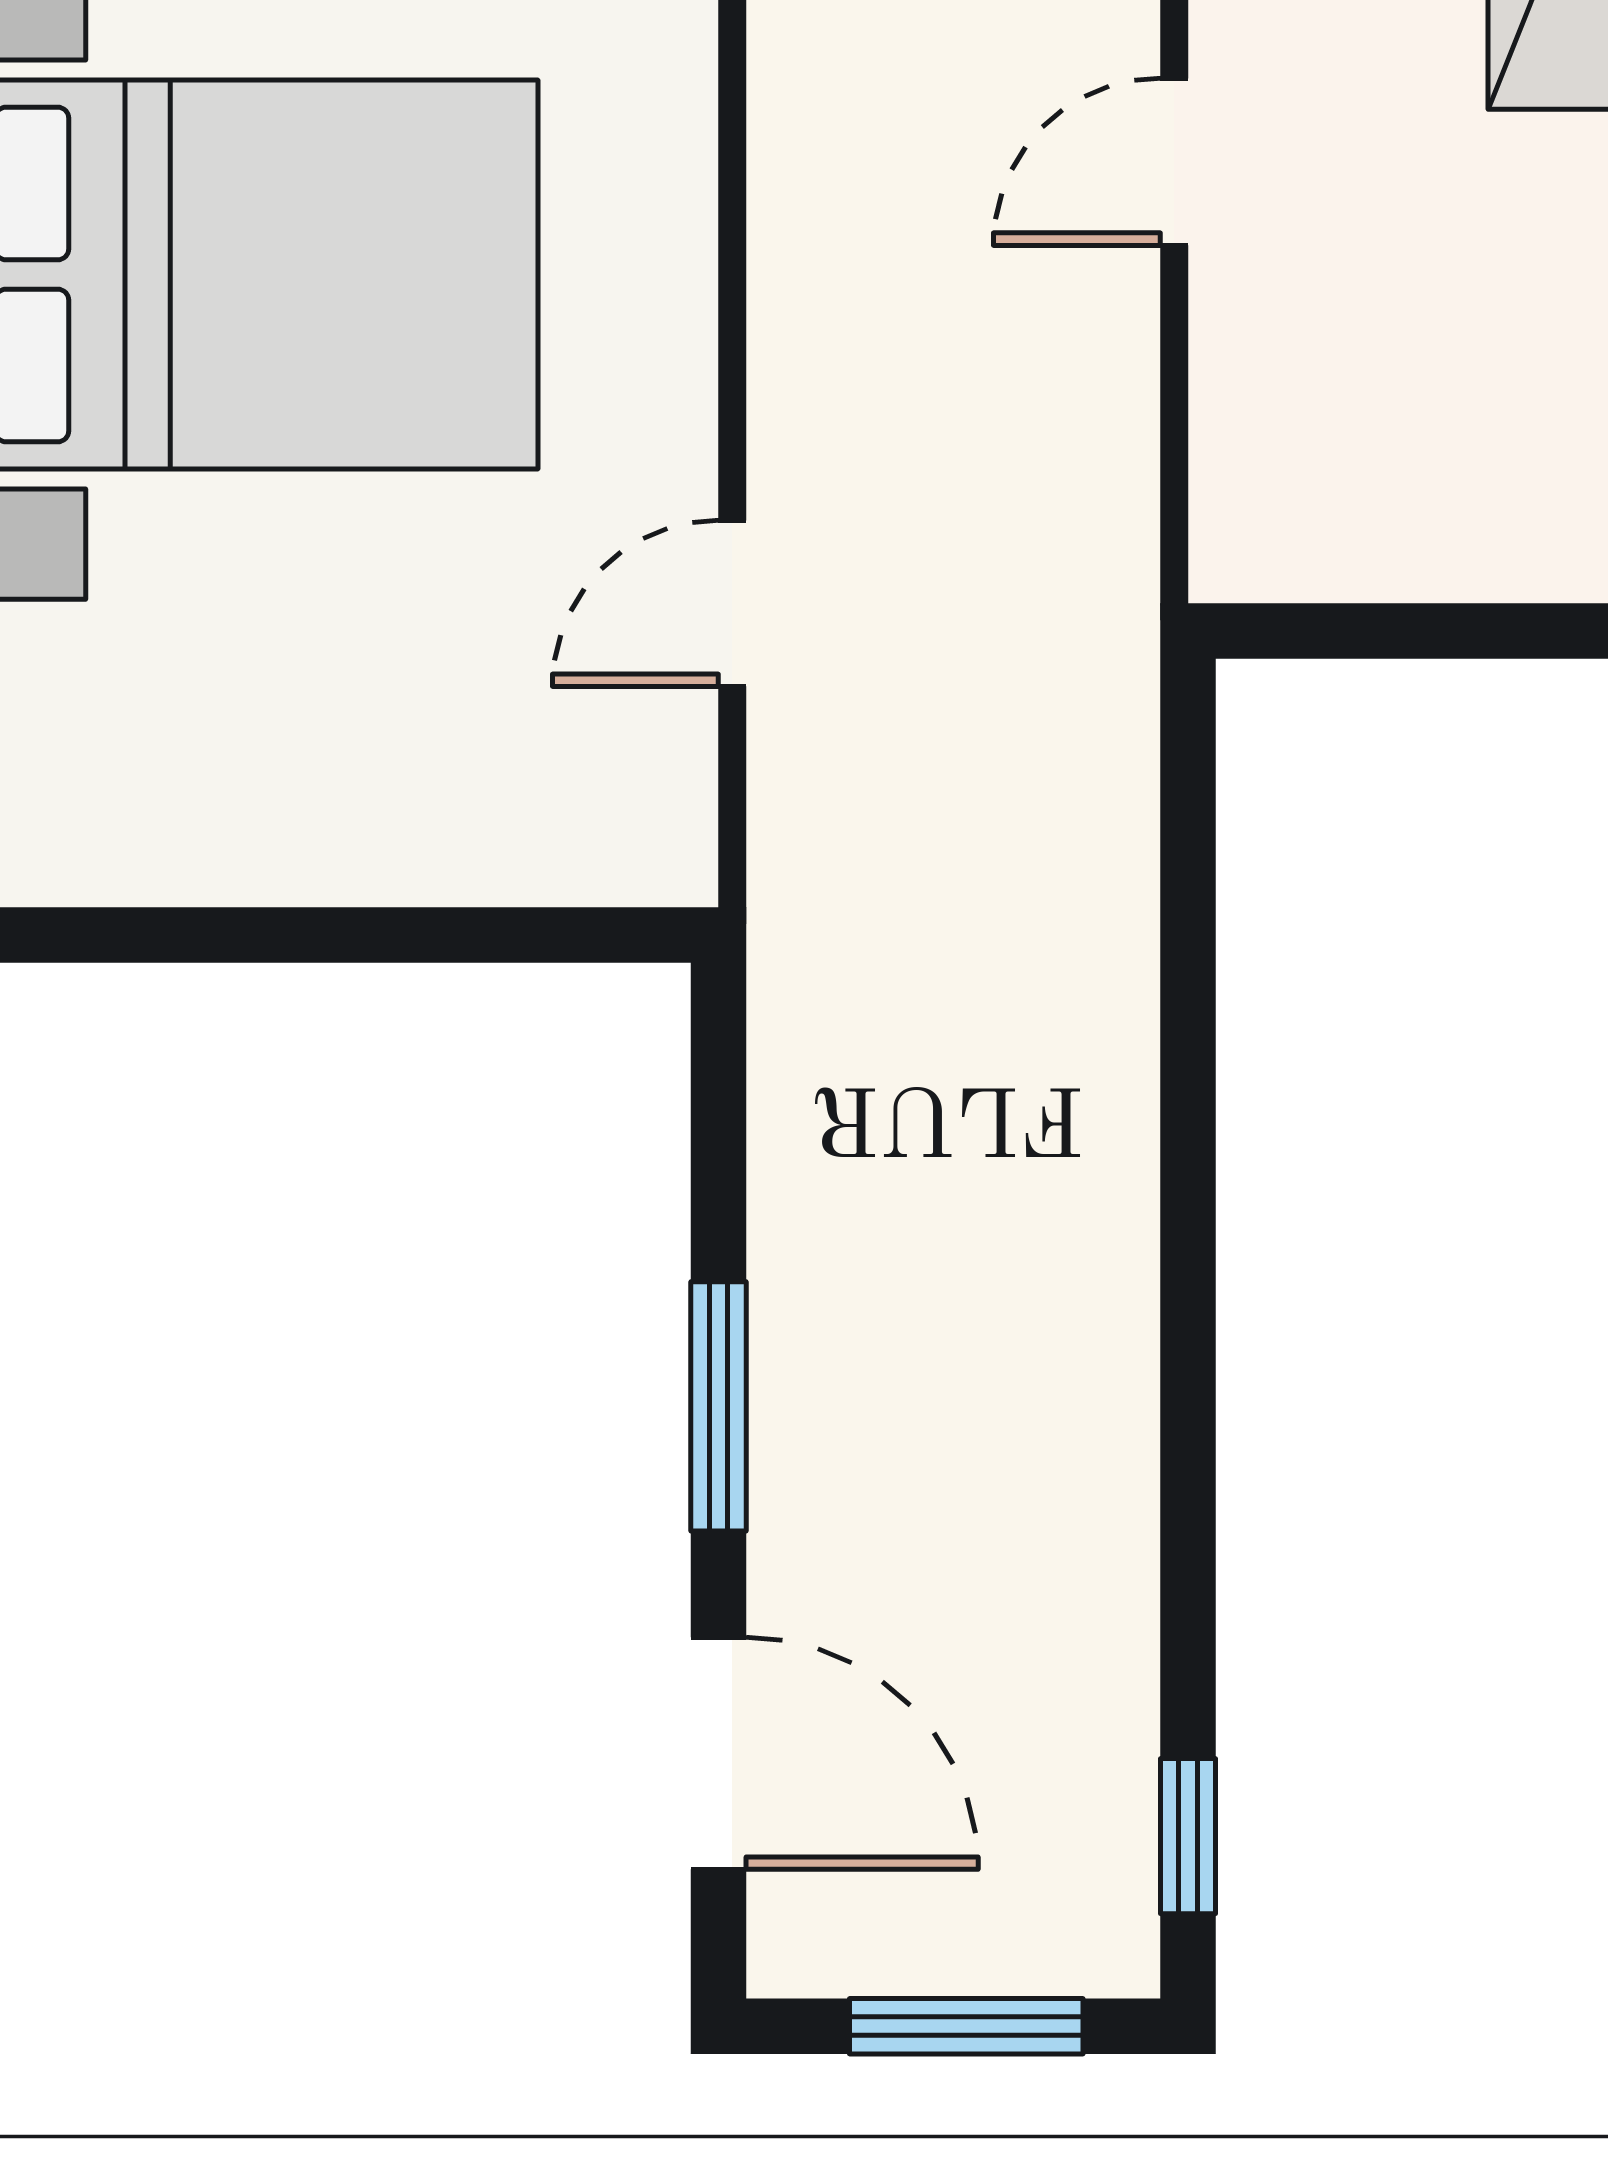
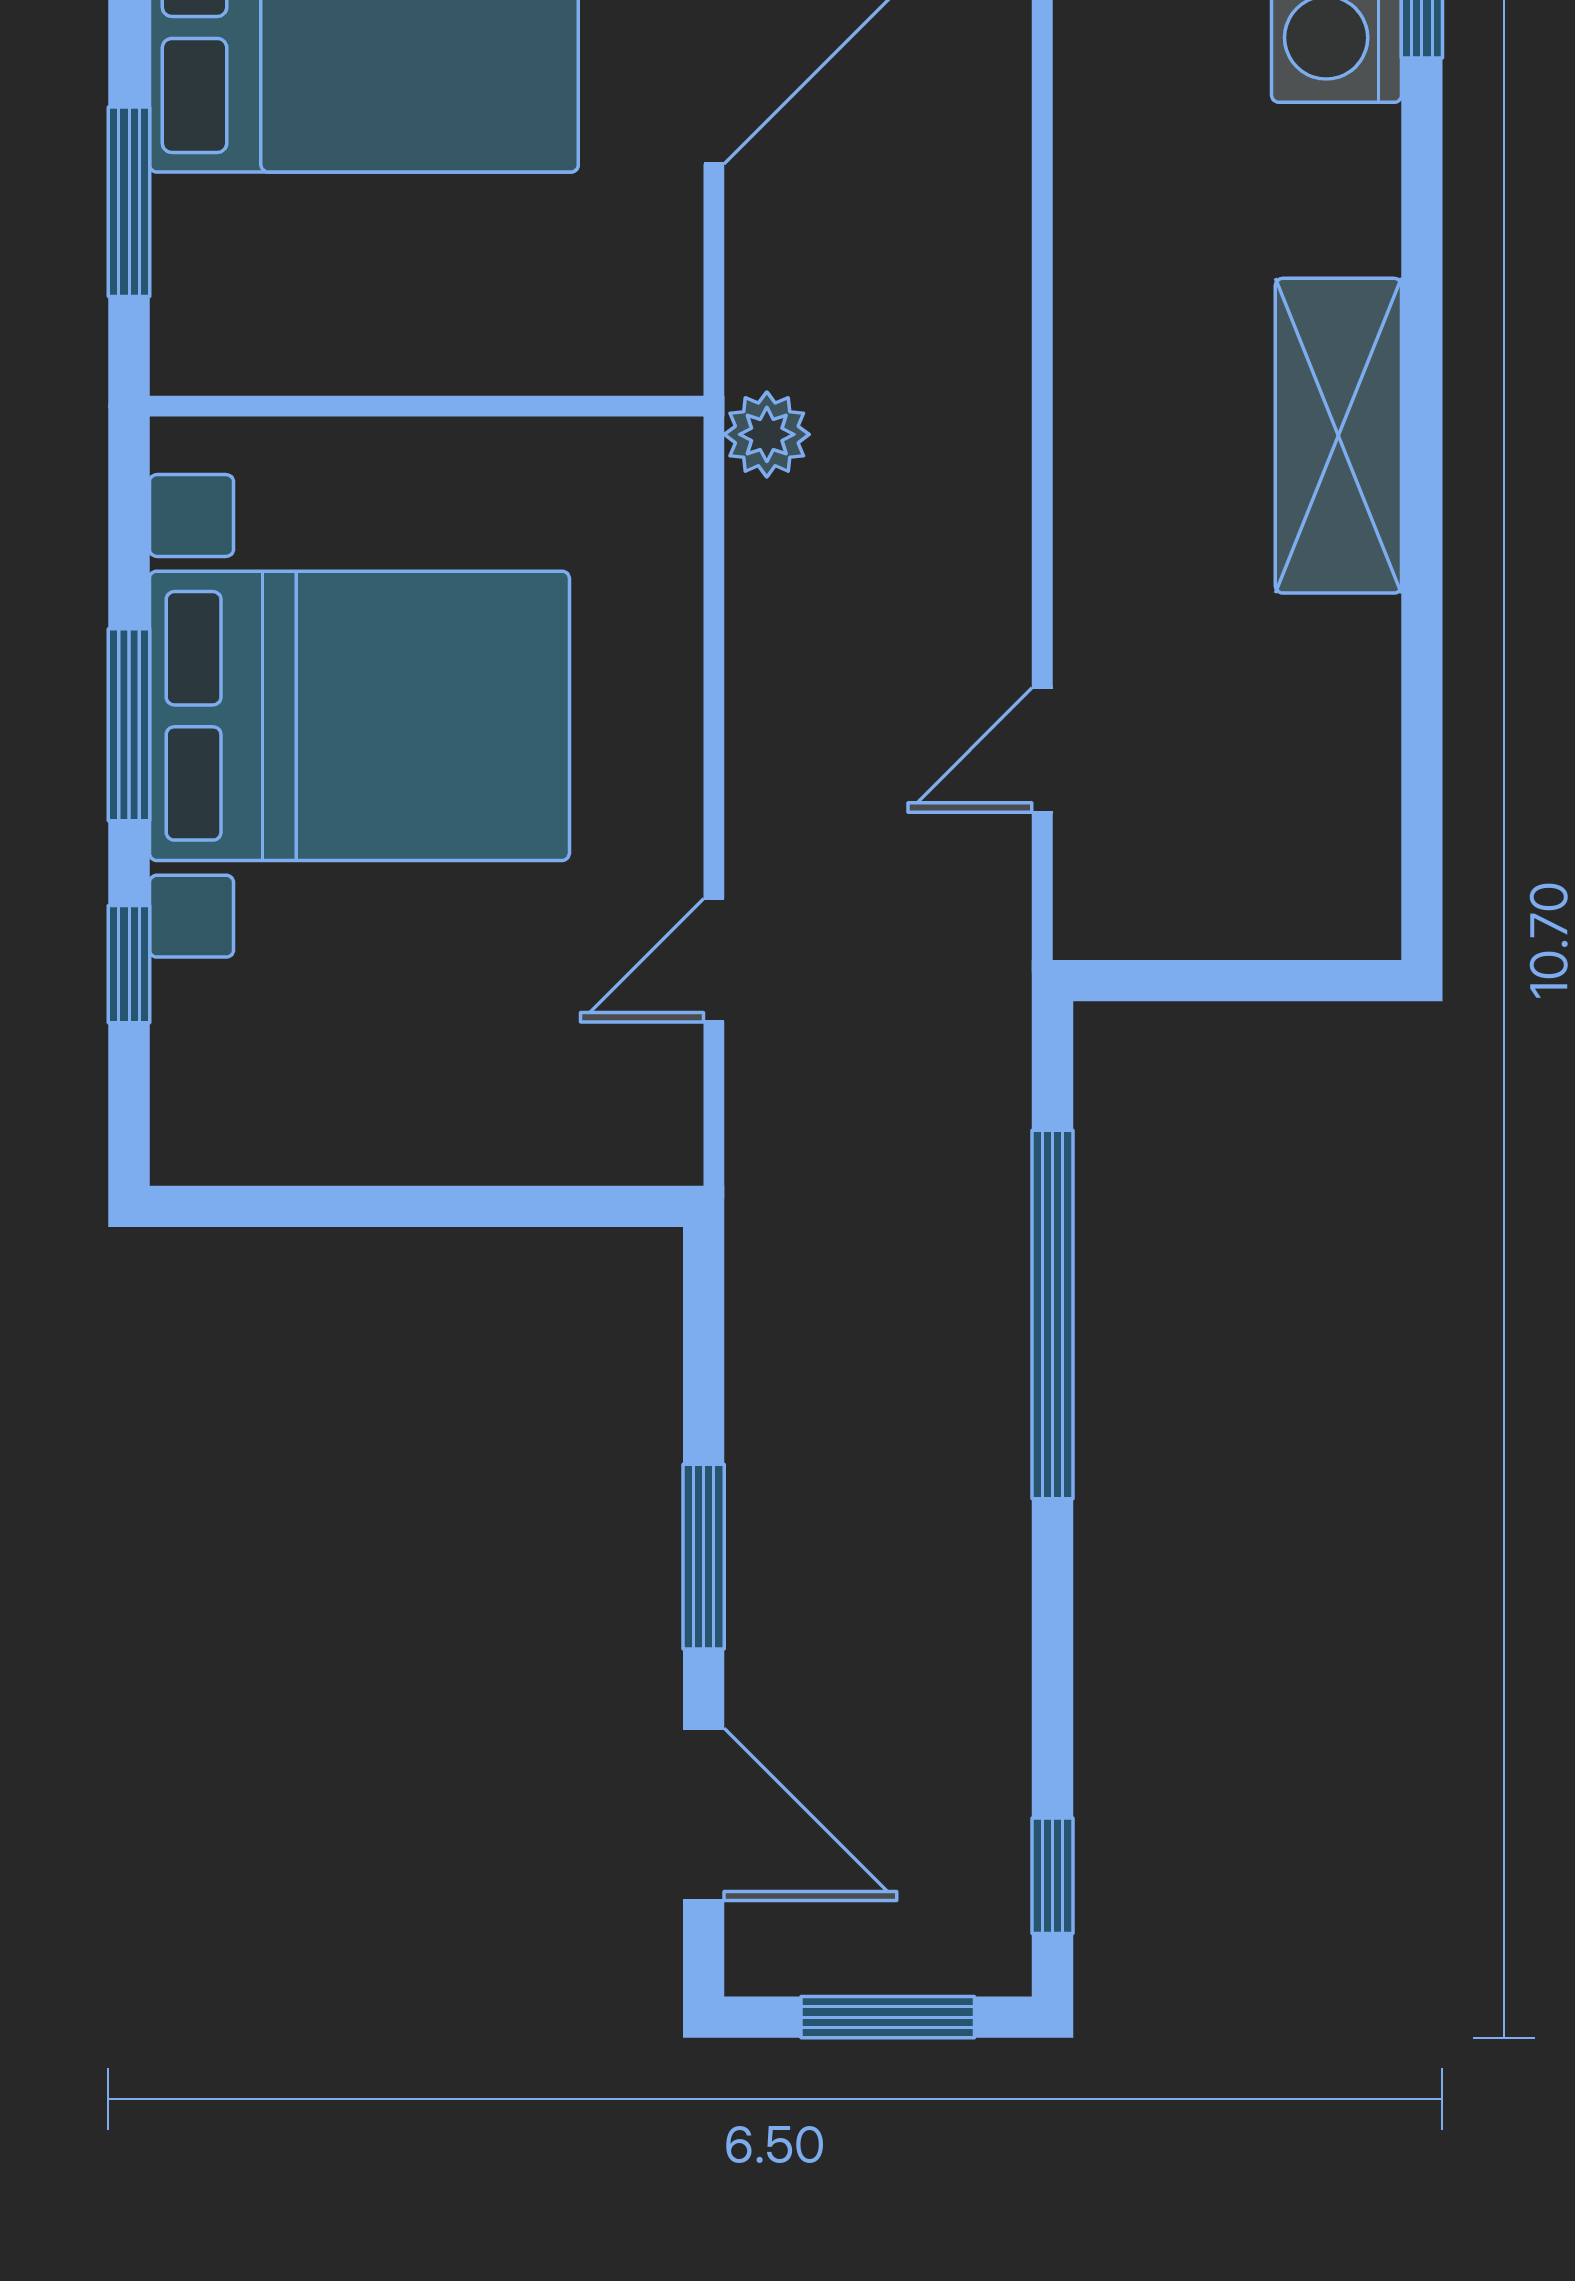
door: (1174, 162) -> (1042, 750), moved
window: (1188, 1080) -> (1053, 1315), added

